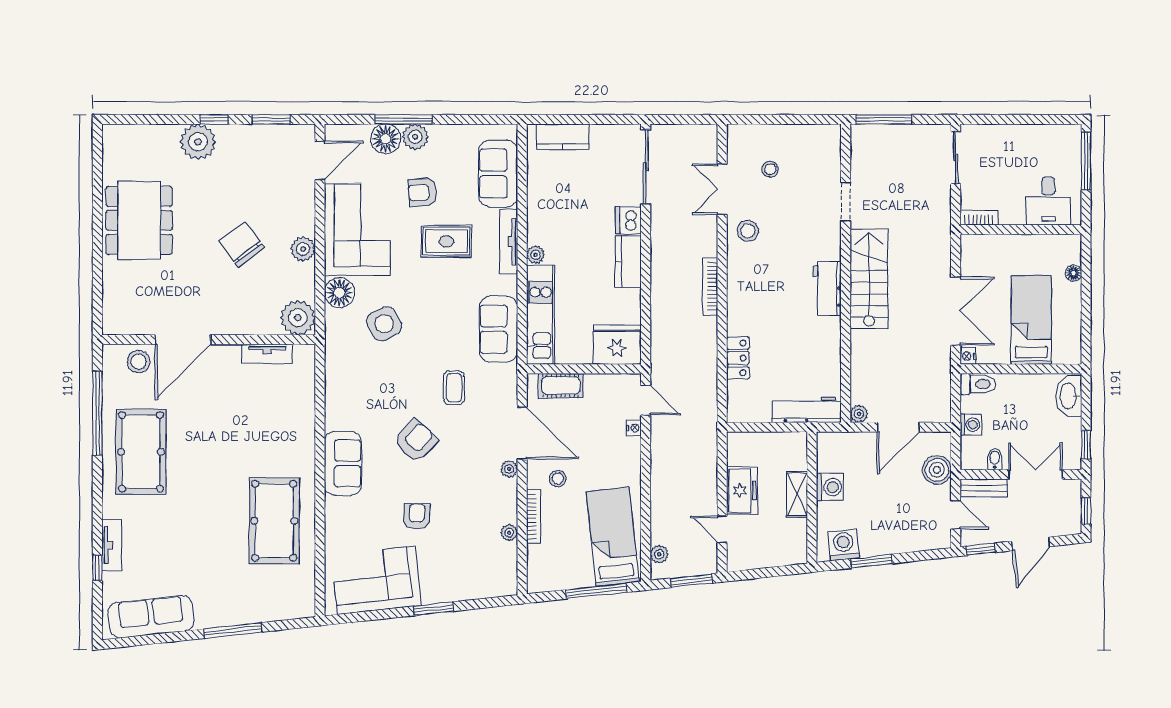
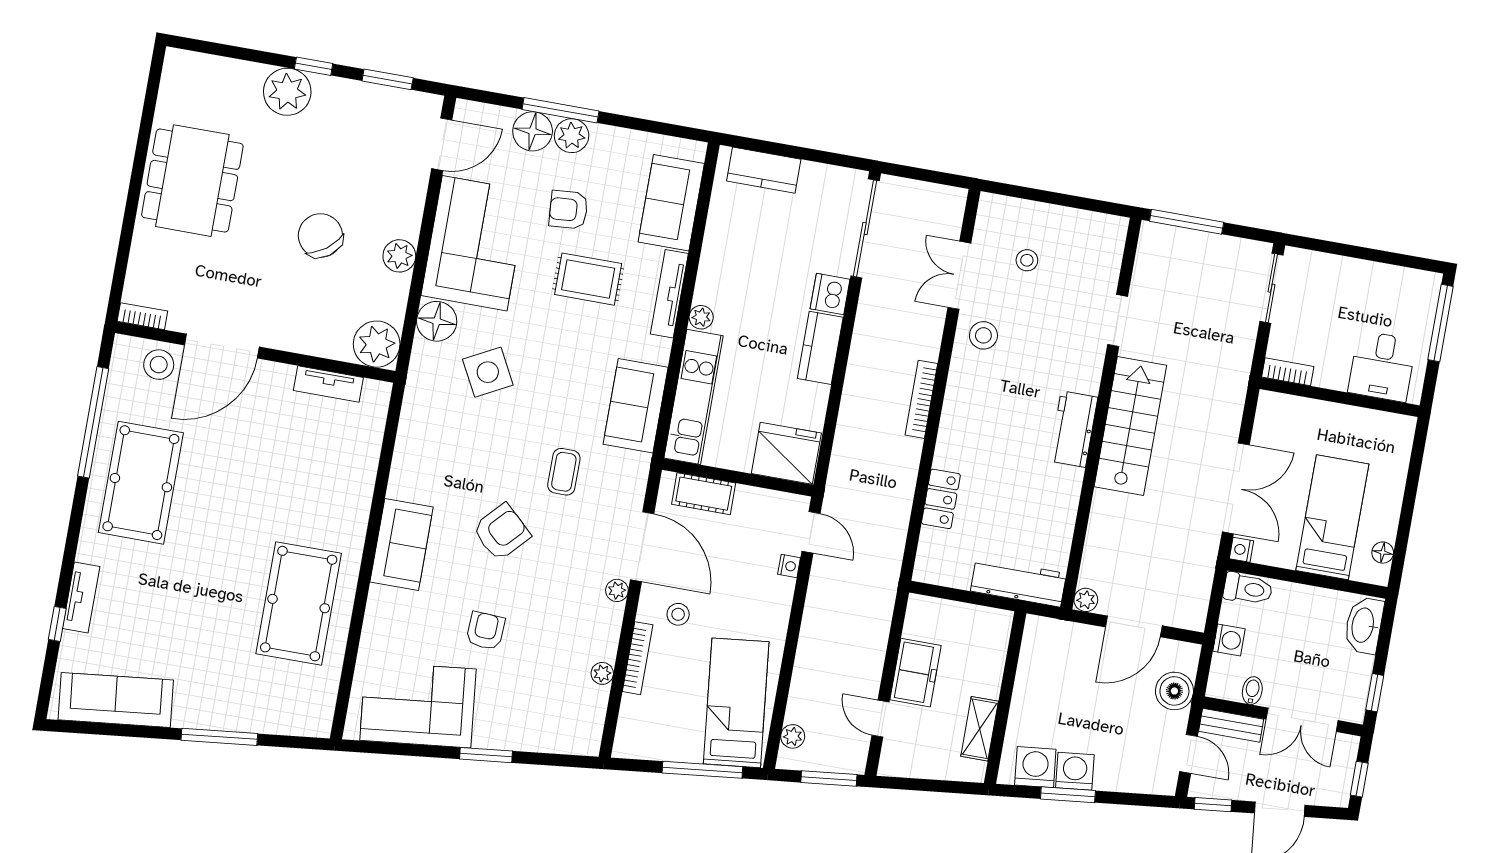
floor lamp: (1073, 273) -> (1383, 553), moved
bookcase: (120, 328) -> (142, 316), added
double door: (1036, 474) -> (1302, 720), swing flipped
washing machine: (830, 487) -> (1075, 771), moved, turned -96
shelving: (797, 494) -> (980, 729), moved

